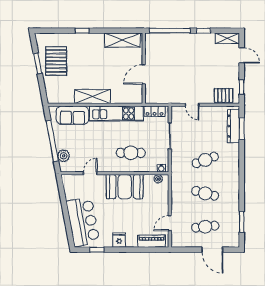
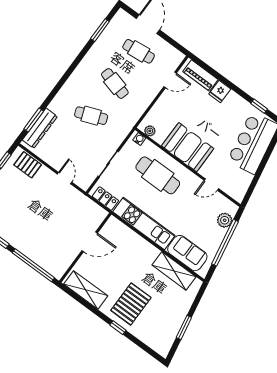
pallet: (56, 61) -> (131, 304), moved
shelving: (92, 97) -> (174, 271), moved
cafe table: (131, 153) -> (158, 175), width x1.37, depth x1.35
fridge: (119, 240) -> (220, 91), moved

